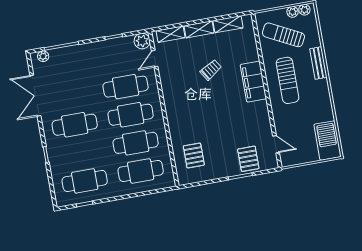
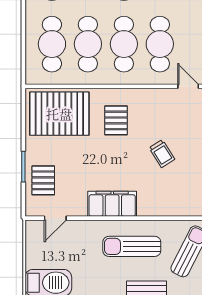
filing cabinet: (253, 82) -> (112, 204), moved
pallet: (191, 110) -> (116, 120), added
pallet: (194, 155) -> (59, 114), width x2.05, depth x2.00
pallet: (248, 159) -> (43, 180), turned 90

